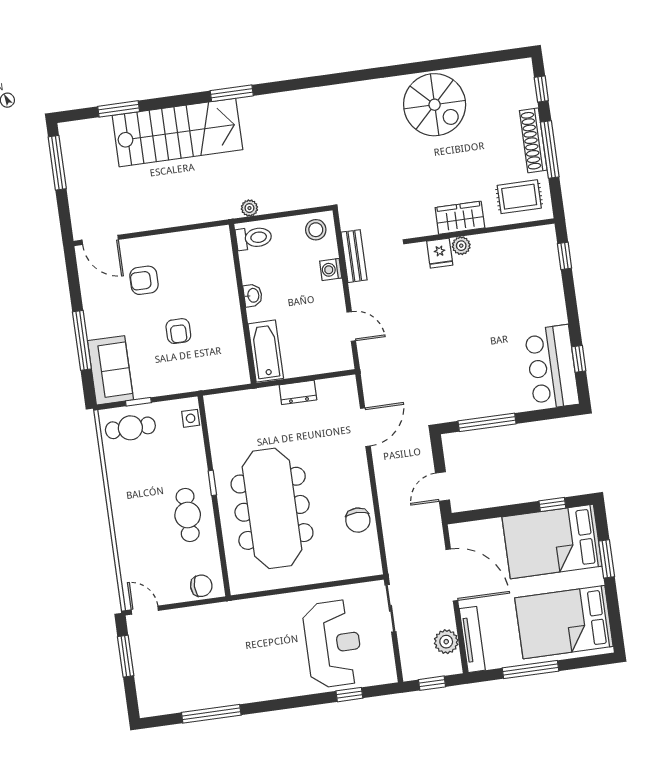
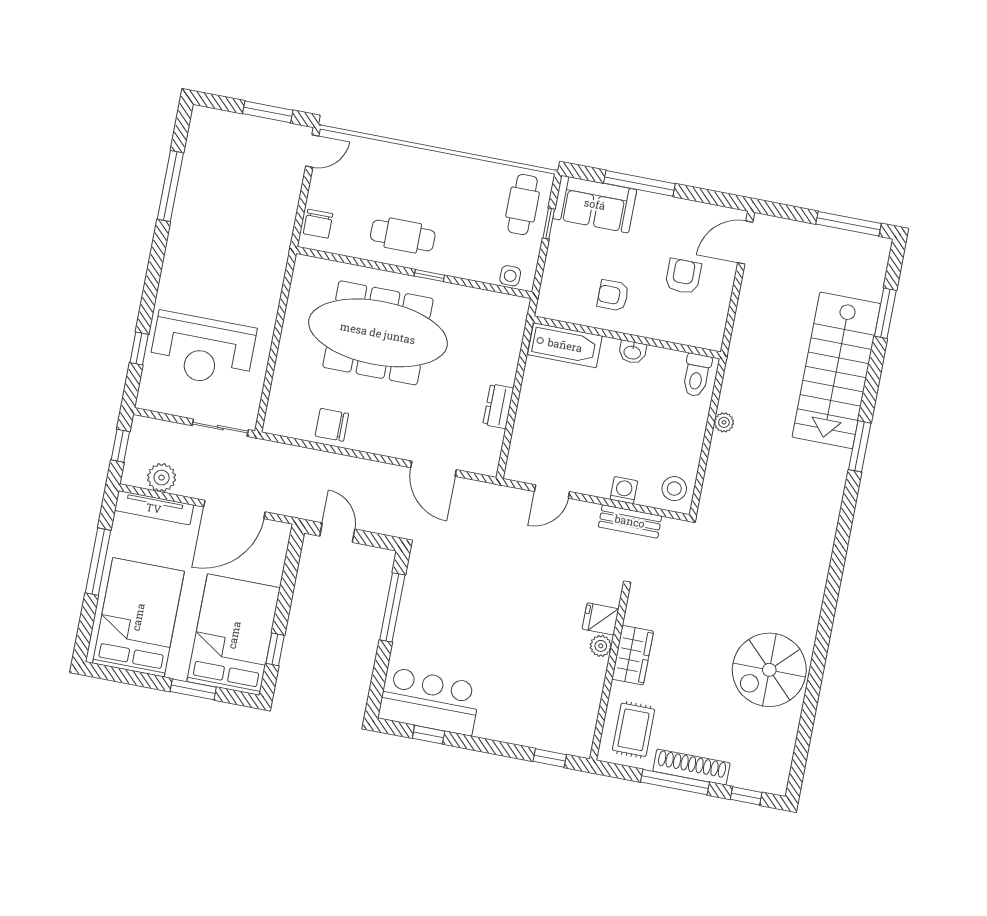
toilet: (254, 238) -> (697, 375), moved
washbasin: (253, 295) -> (632, 352), moved
wall: (243, 304) -> (627, 337), moved
bathtub: (266, 351) -> (565, 345), moved

